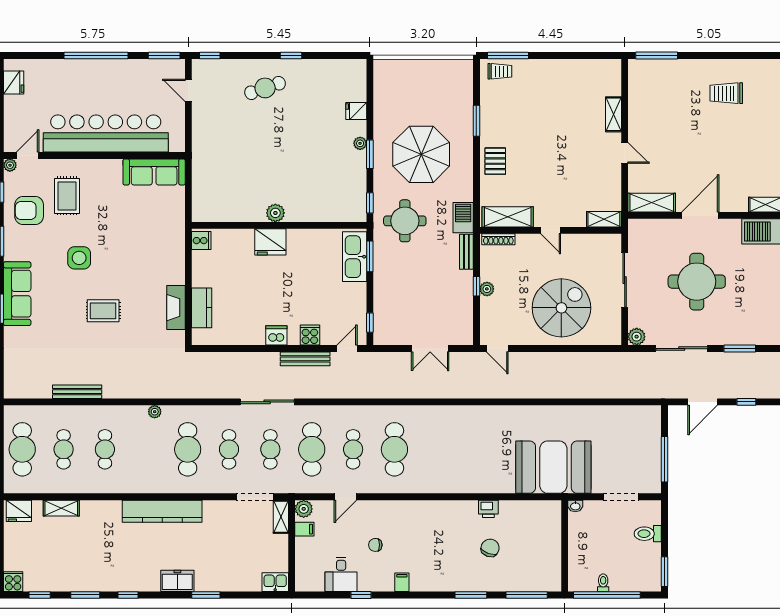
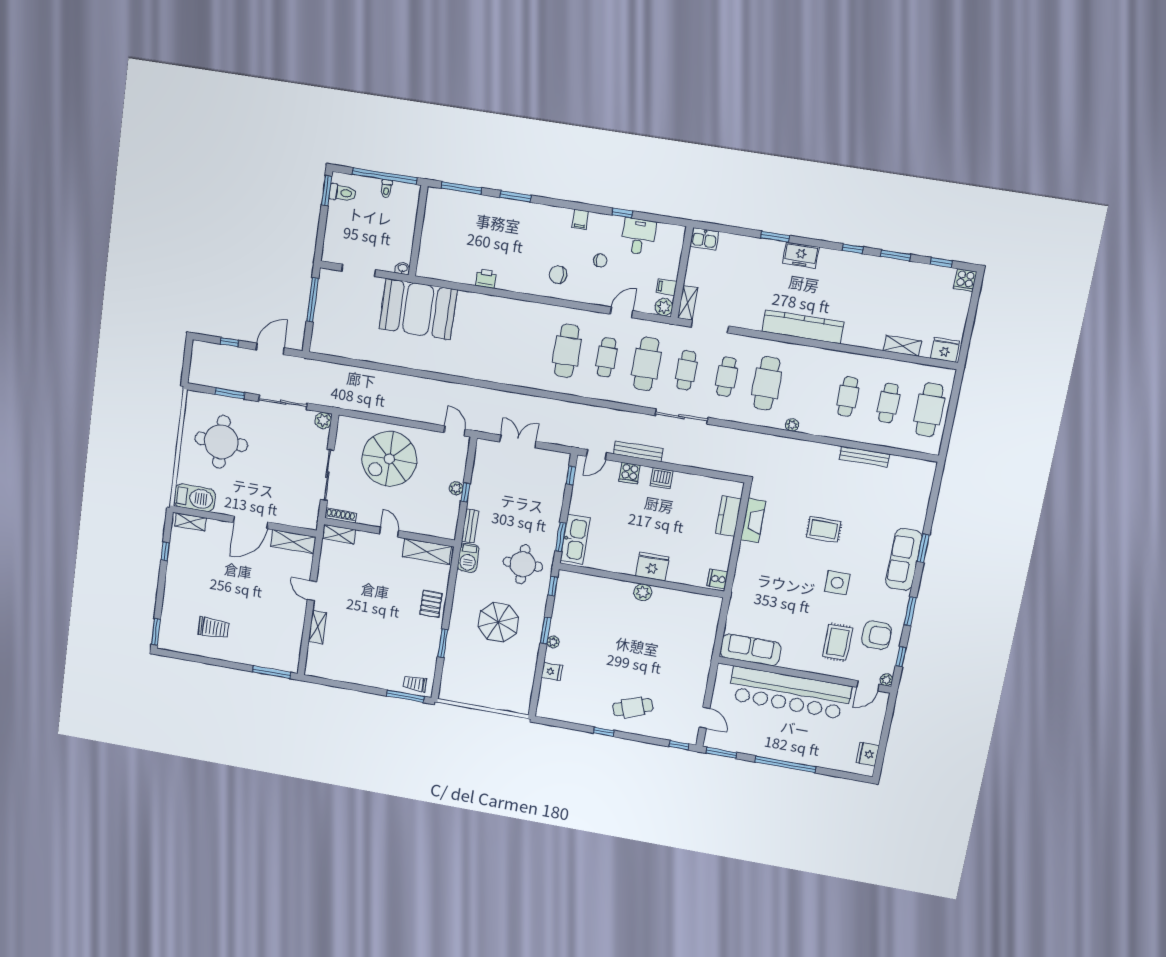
parasol: (421, 154) -> (498, 622), width x0.73, depth x0.73
shoe rack: (498, 239) -> (341, 515), moved
round table: (697, 282) -> (221, 442), moved
toilet: (648, 534) -> (343, 193), moved
chair: (490, 548) -> (558, 275), moved, turned 70

